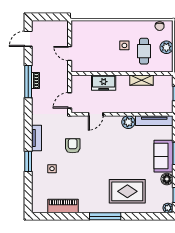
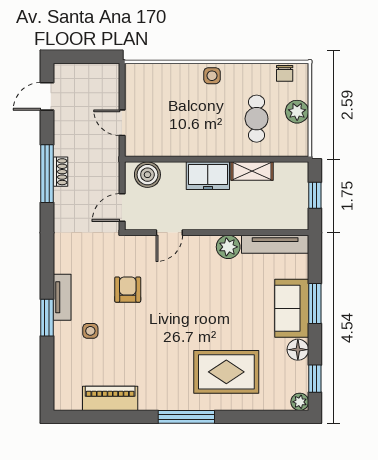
side table: (124, 45) -> (212, 76), moved
boiler: (84, 82) -> (147, 175), added
freezer: (104, 83) -> (208, 176), moved
tv unit: (36, 138) -> (62, 297), moved

